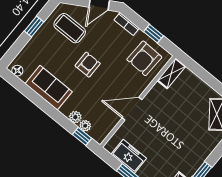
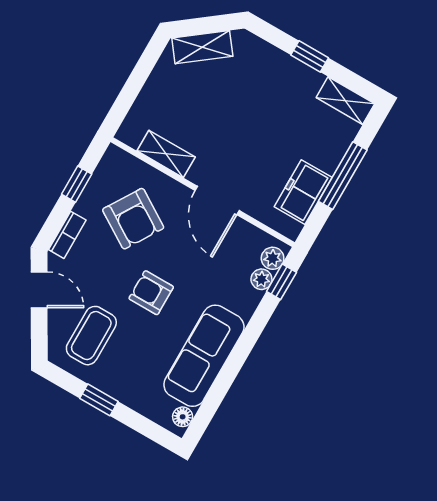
armchair: (144, 58) -> (133, 219), moved, turned 30
shelving: (171, 73) -> (166, 154), moved
sofa: (49, 88) -> (204, 356), width x1.36
plant: (75, 117) -> (273, 258), moved

